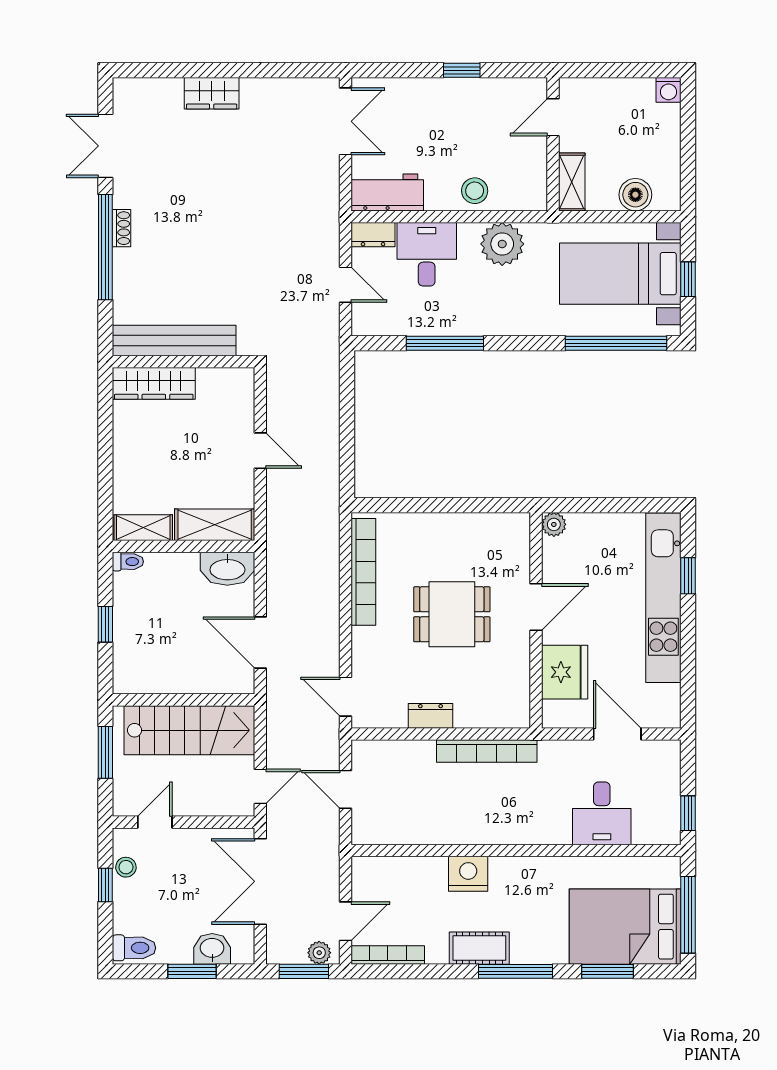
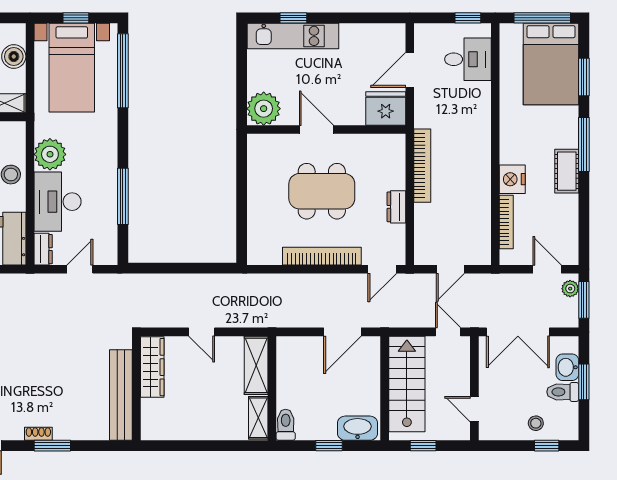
window: (105, 247) -> (52, 446), width x0.47
desk: (427, 254) -> (58, 202), width x1.37
wardrobe: (154, 383) -> (152, 367), moved
door: (260, 451) -> (202, 332), swing flipped
plant: (554, 524) -> (264, 109), width x1.88, depth x1.88
toilet: (128, 562) -> (286, 425), width x1.37, depth x1.39
washbasin: (227, 569) -> (358, 428), moved, turned -90
bookcase: (363, 572) -> (322, 256), moved
kitchen unit: (663, 598) -> (293, 36), width x0.73
dining table: (452, 614) -> (322, 191), width x1.38
fridge: (565, 672) -> (386, 108), moved
window: (105, 752) -> (423, 446), width x0.67
desk: (602, 813) -> (468, 59), moved
stool: (126, 867) -> (536, 423), moved
window: (105, 885) -> (547, 446), moved
toilet: (134, 948) -> (563, 392), moved, turned -90
bookcase: (388, 955) -> (506, 222), moved, turned 180

